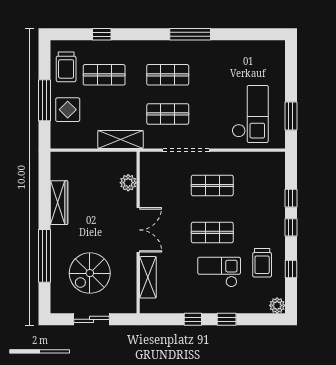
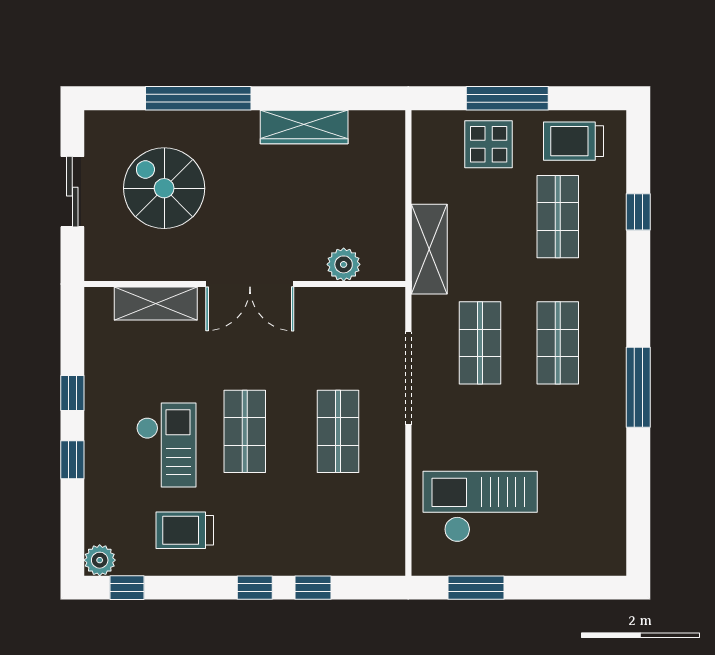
checkout: (250, 114) -> (480, 507), turned 180
window: (291, 269) -> (127, 588), moved

